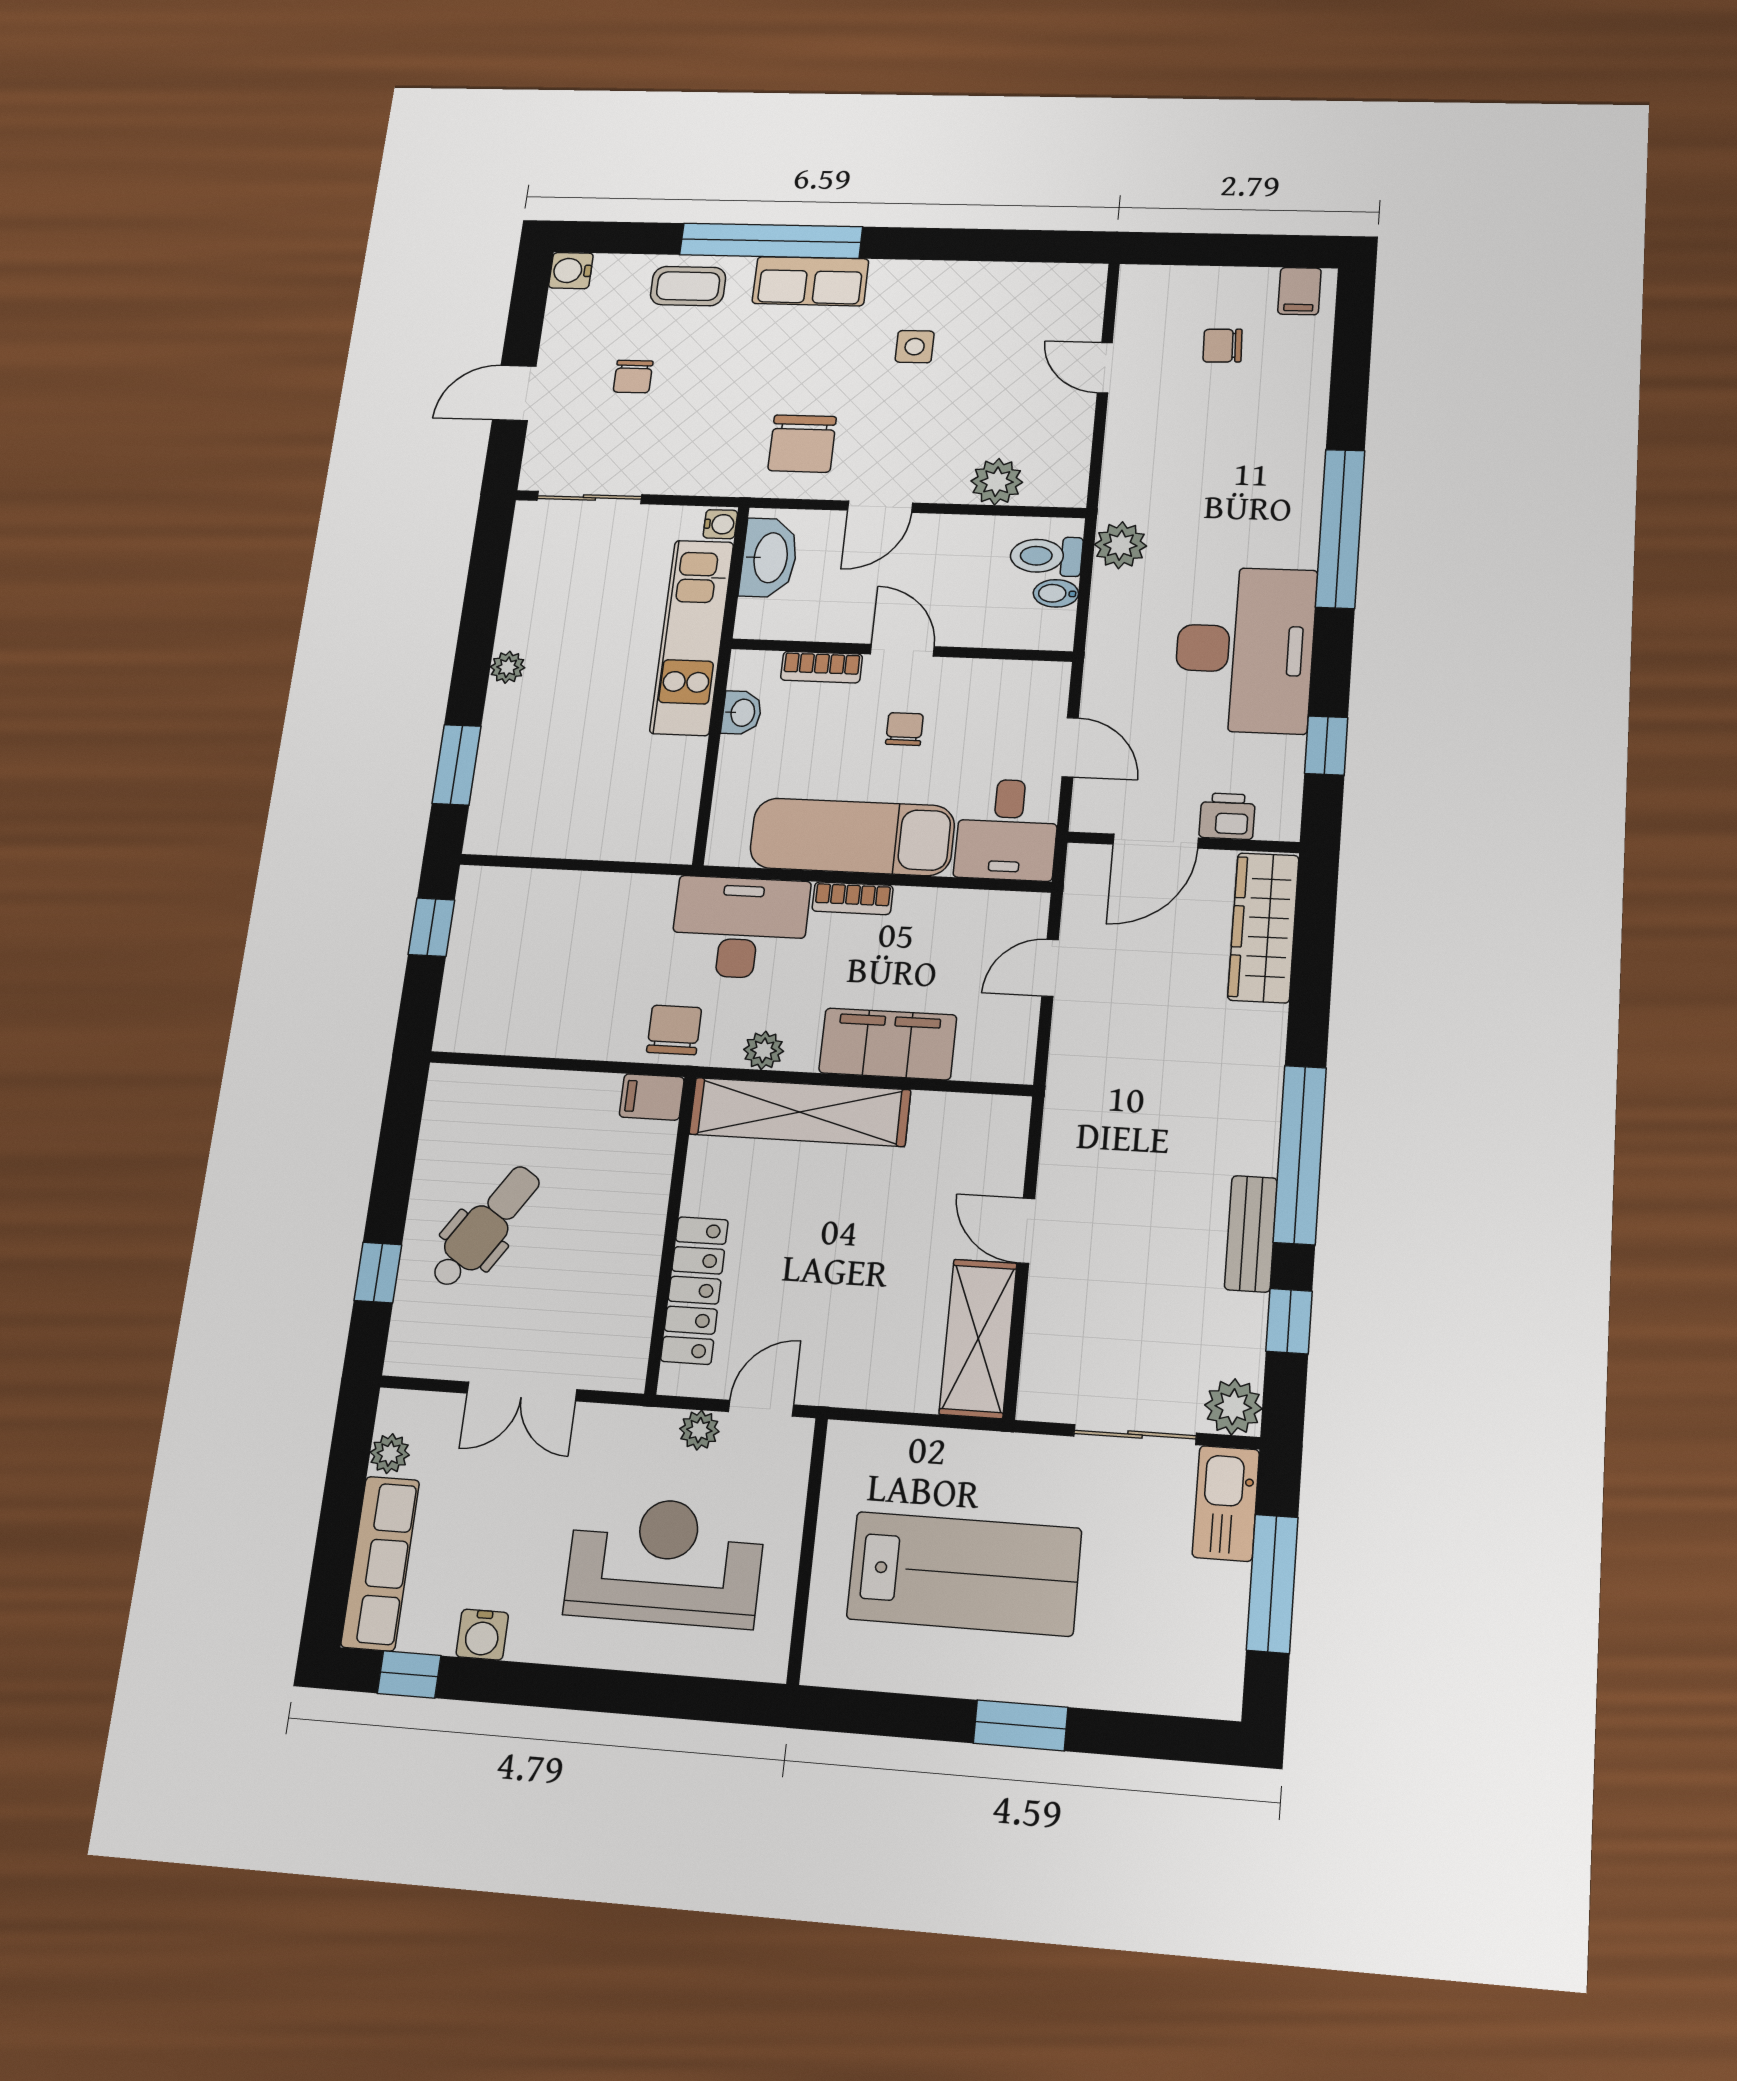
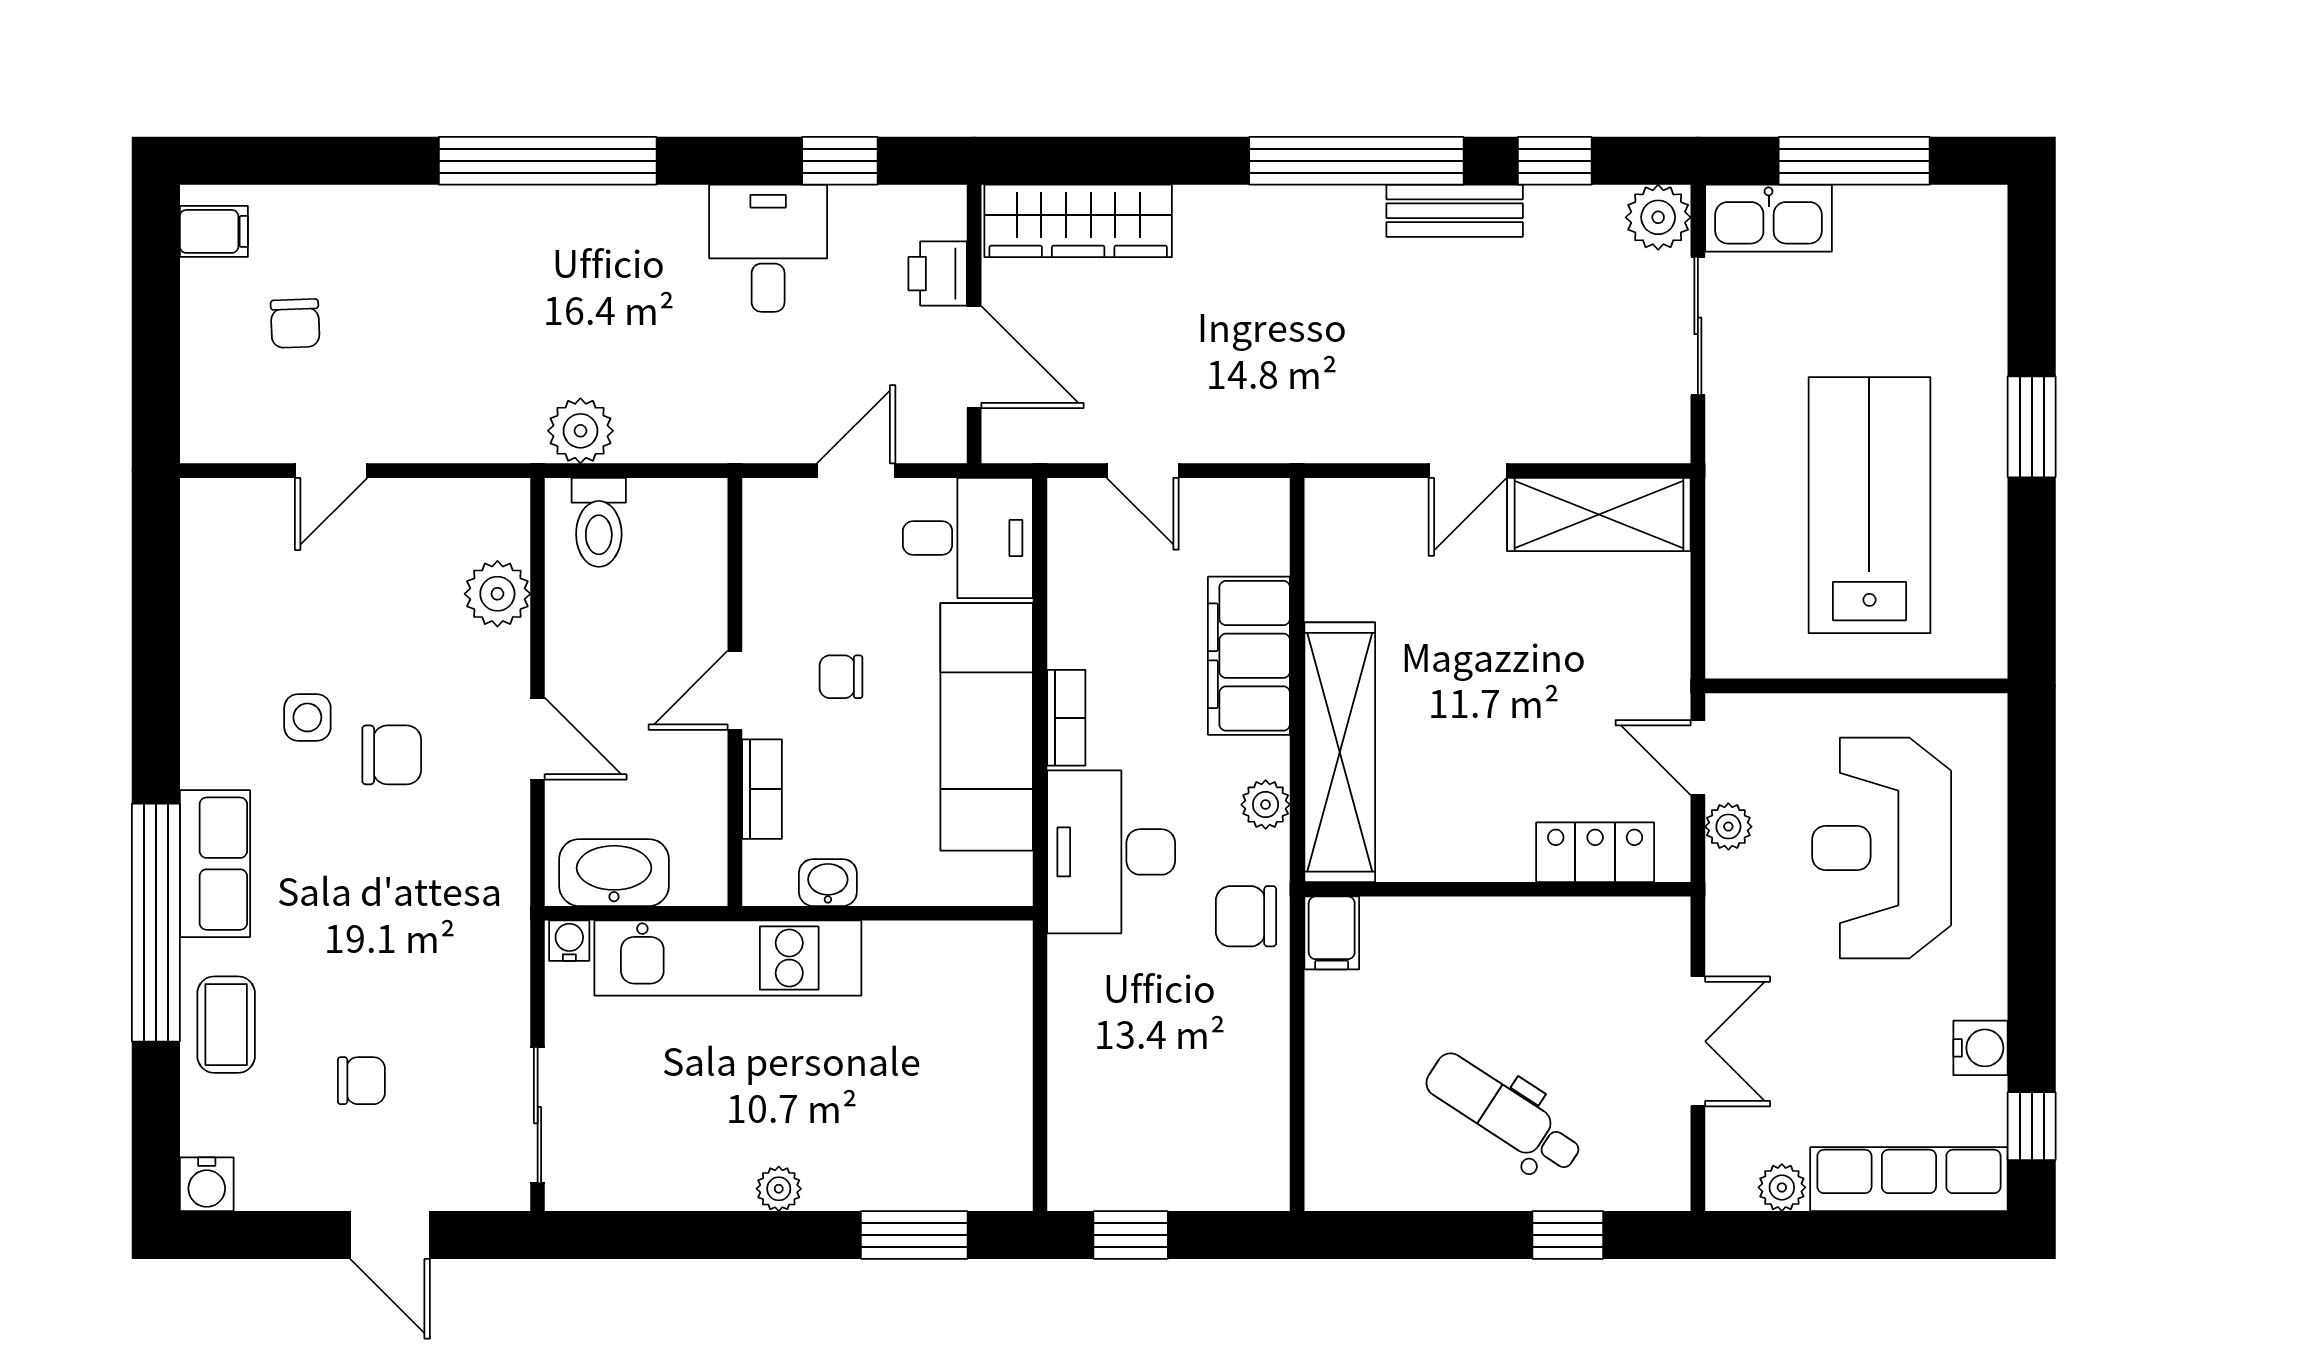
chair: (802, 444) -> (392, 755), moved, width x0.73, depth x0.73
bidet: (1056, 593) -> (650, 506), removed
desk: (1245, 649) -> (768, 248), width x0.53, depth x0.77
locker: (695, 1290) -> (1595, 852), width x0.66

